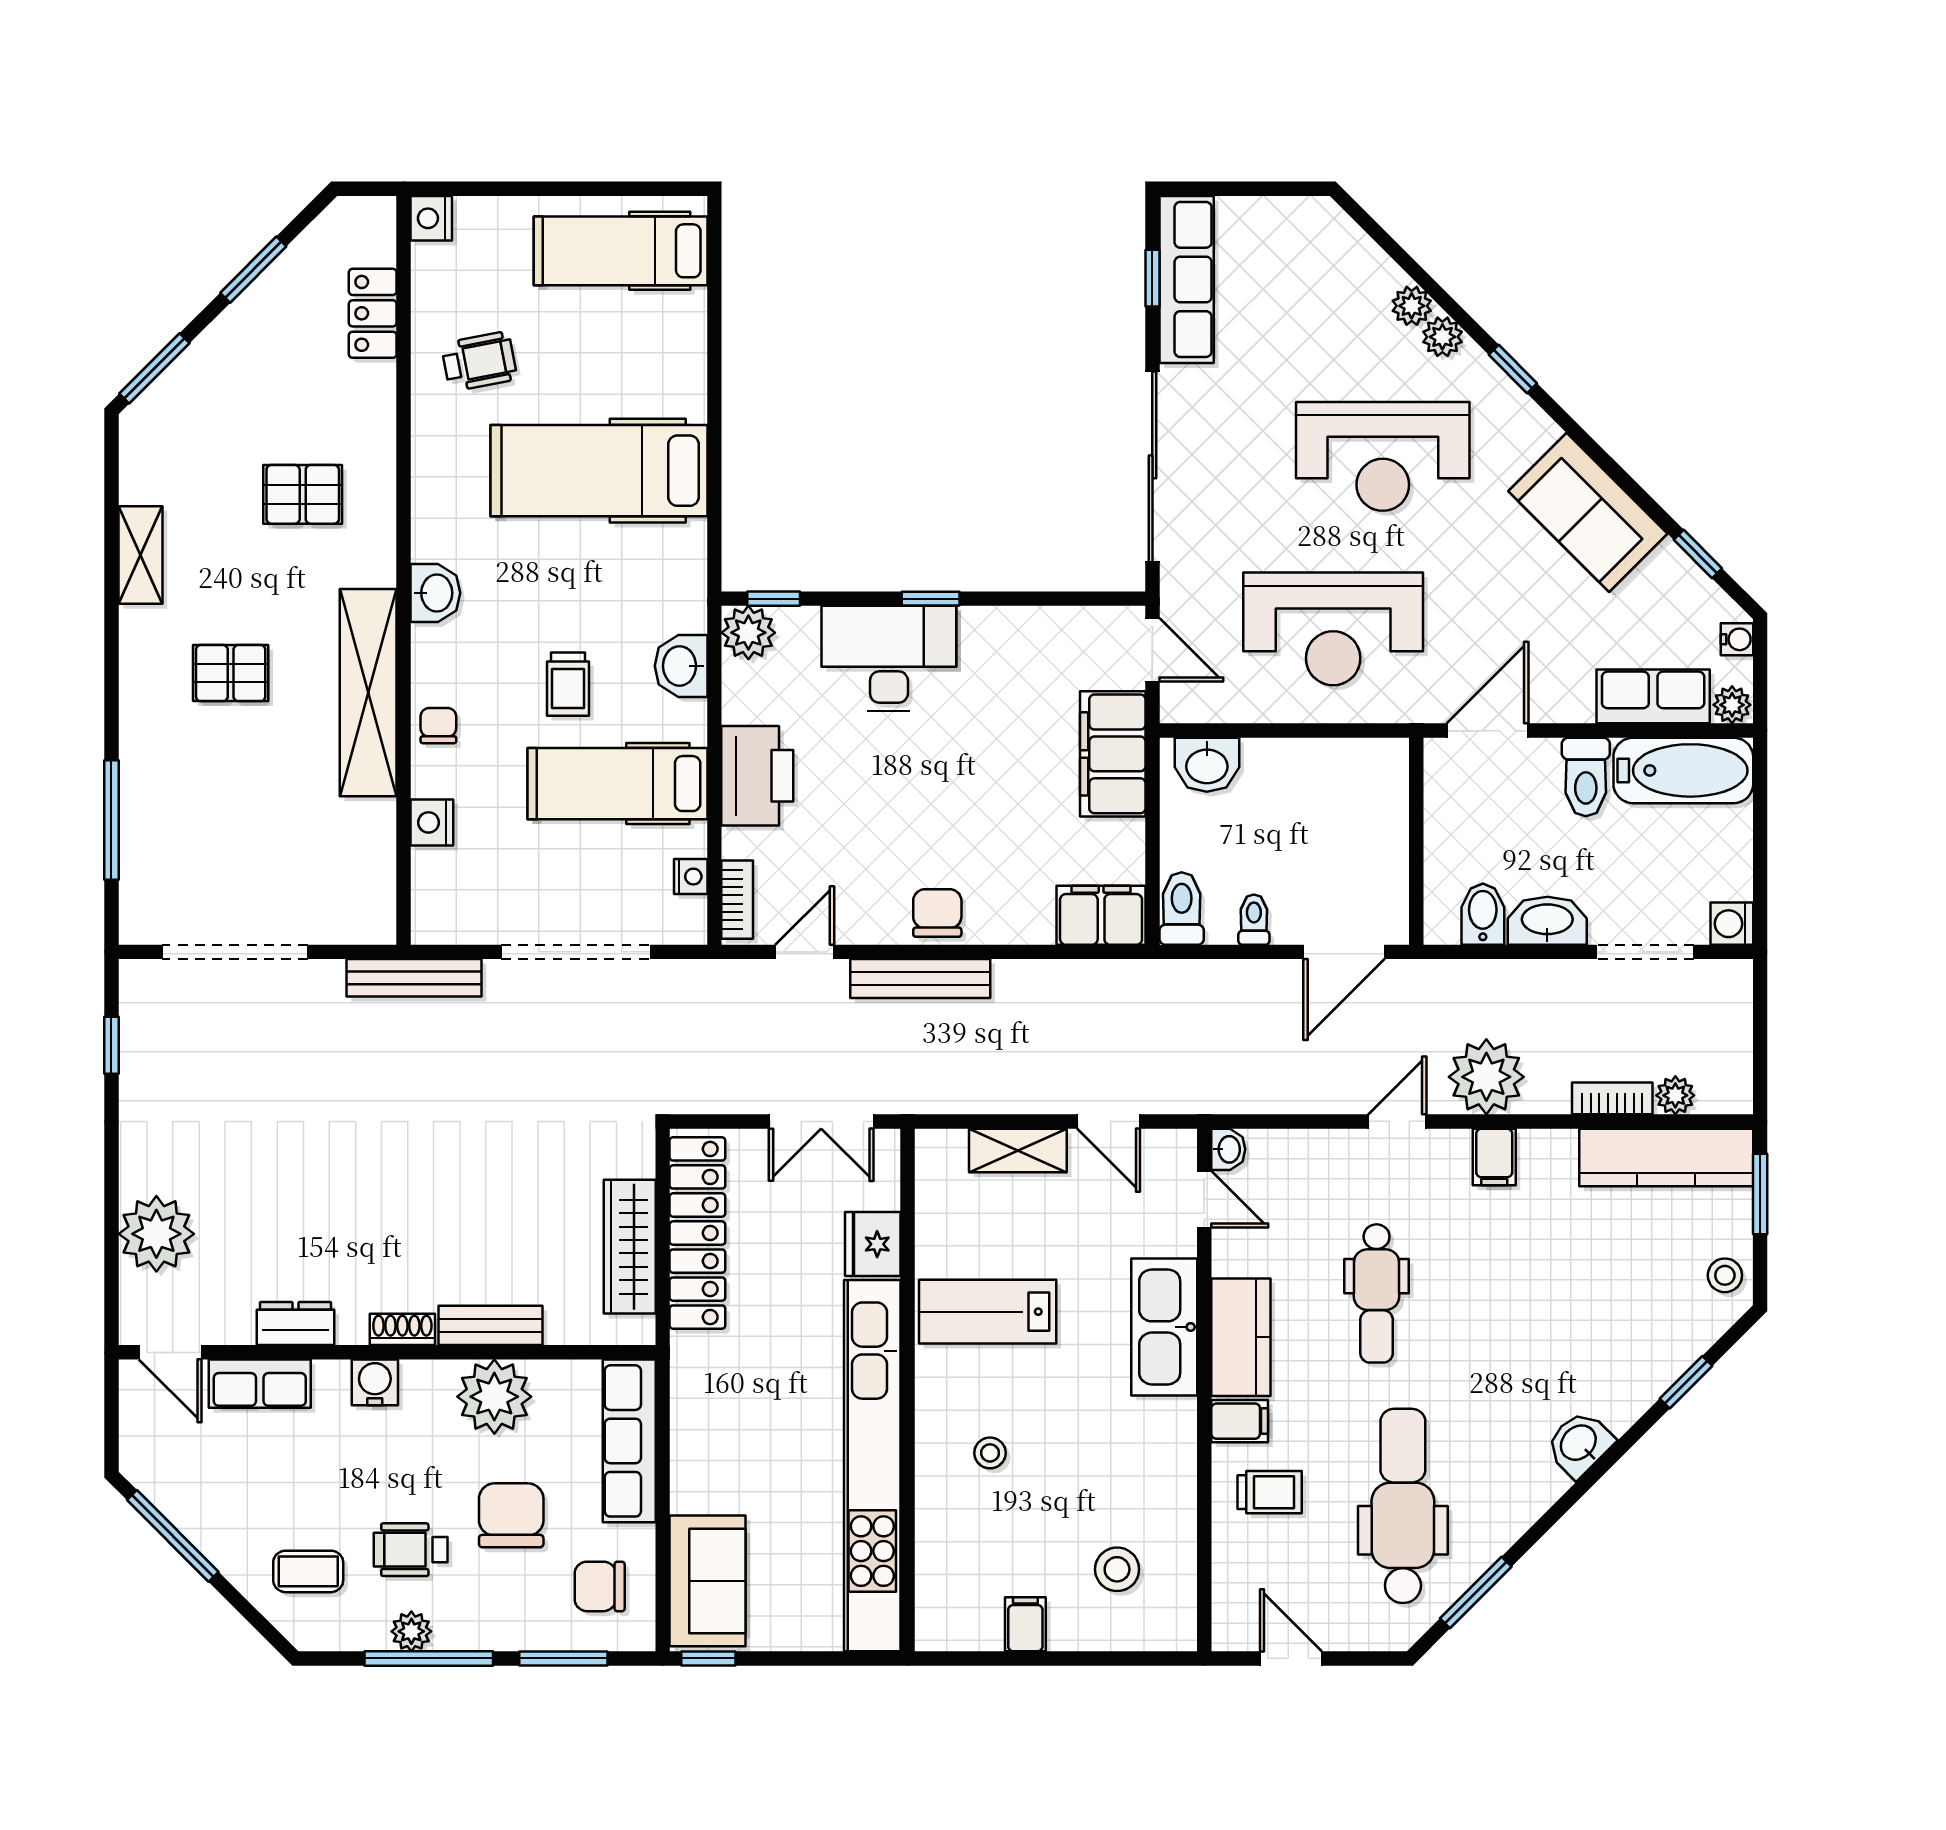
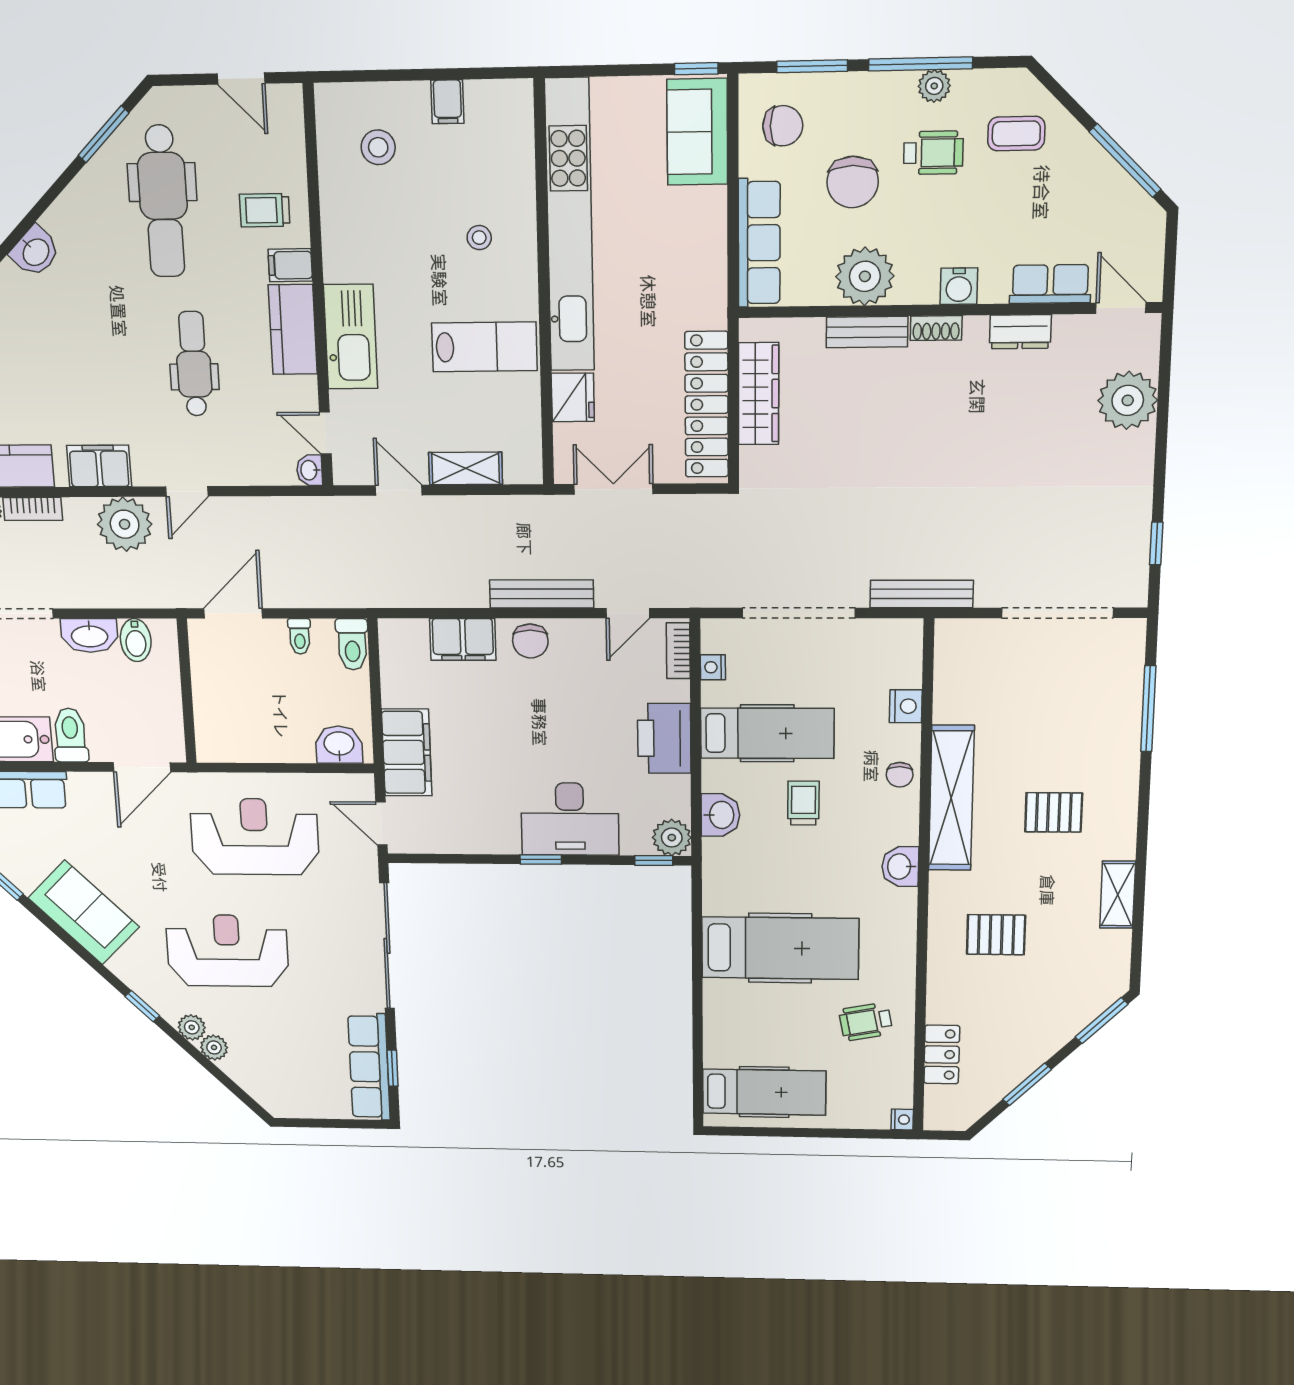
nightstand: (431, 218) -> (902, 1120), width x0.72, depth x0.74
filing cabinet: (1101, 915) -> (463, 639), moved
filing cabinet: (1494, 1157) -> (99, 466), width x2.00

